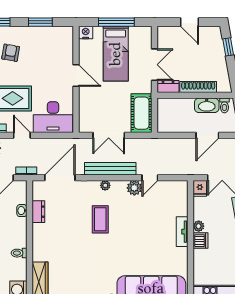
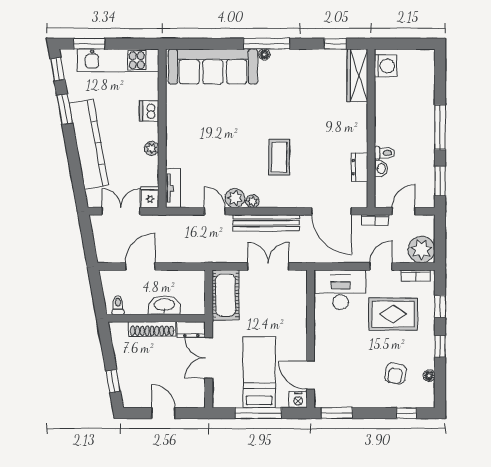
window: (40, 22) -> (337, 413), moved
door: (76, 75) -> (311, 375), moved
washbasin: (207, 105) -> (164, 305), moved
door: (22, 135) -> (381, 266), swing flipped
door: (60, 178) -> (332, 211), hinge flipped
door: (150, 178) -> (215, 211), hinge flipped
plant: (105, 185) -> (252, 201), moved
tv unit: (182, 232) -> (173, 188), moved
dishwasher: (200, 241) -> (149, 111), moved
toilet: (19, 253) -> (385, 153), moved

